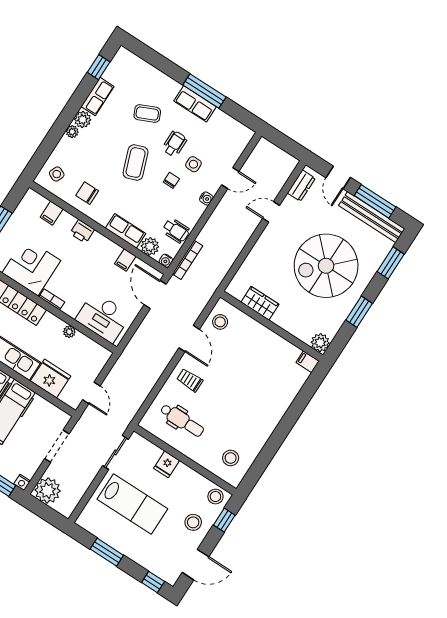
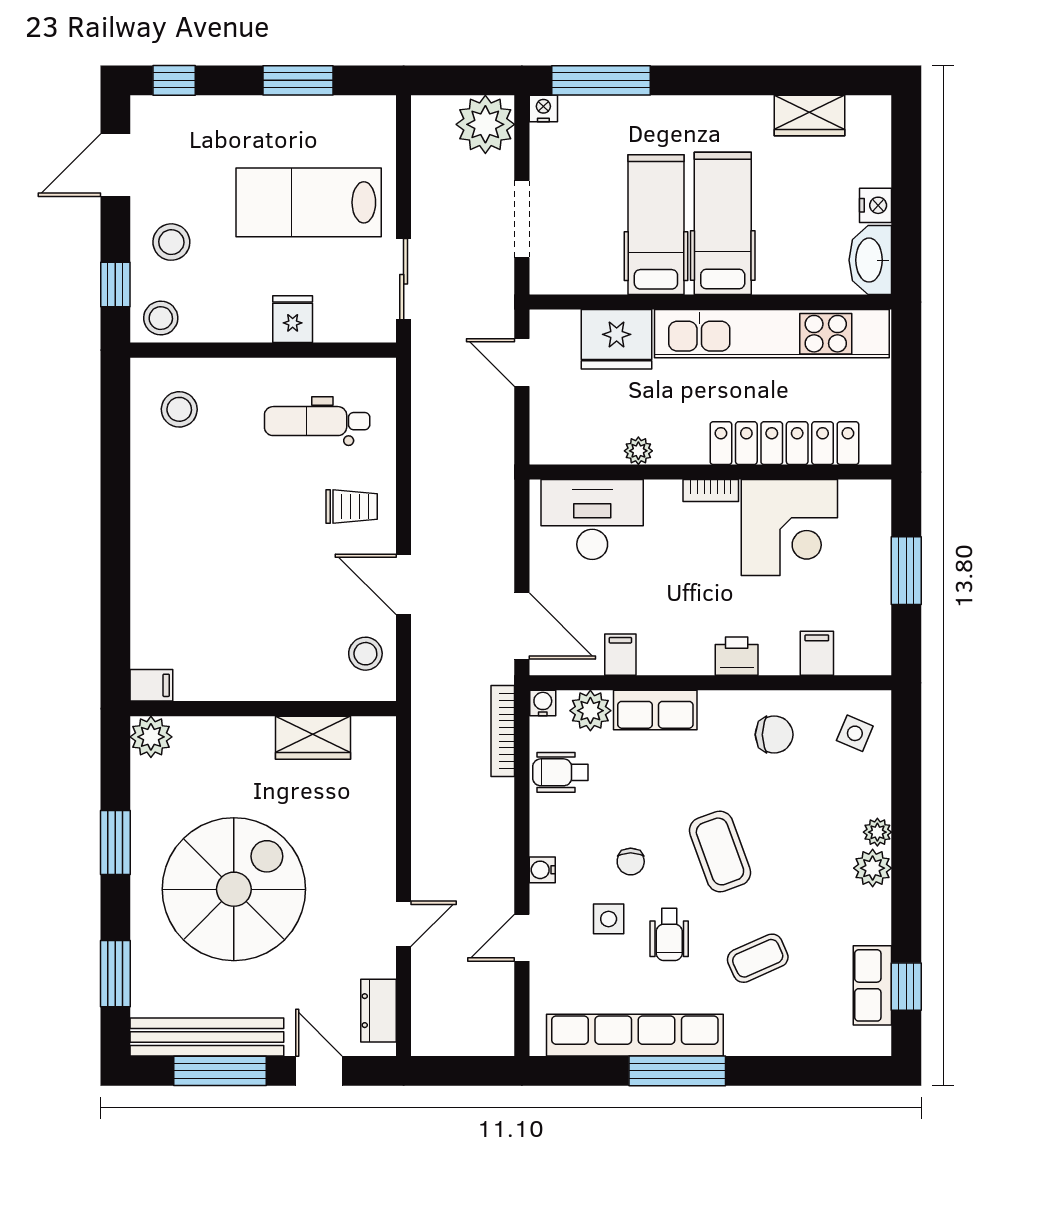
row of seats: (98, 96) -> (872, 985), moved
row of seats: (195, 104) -> (635, 1035), width x2.02

